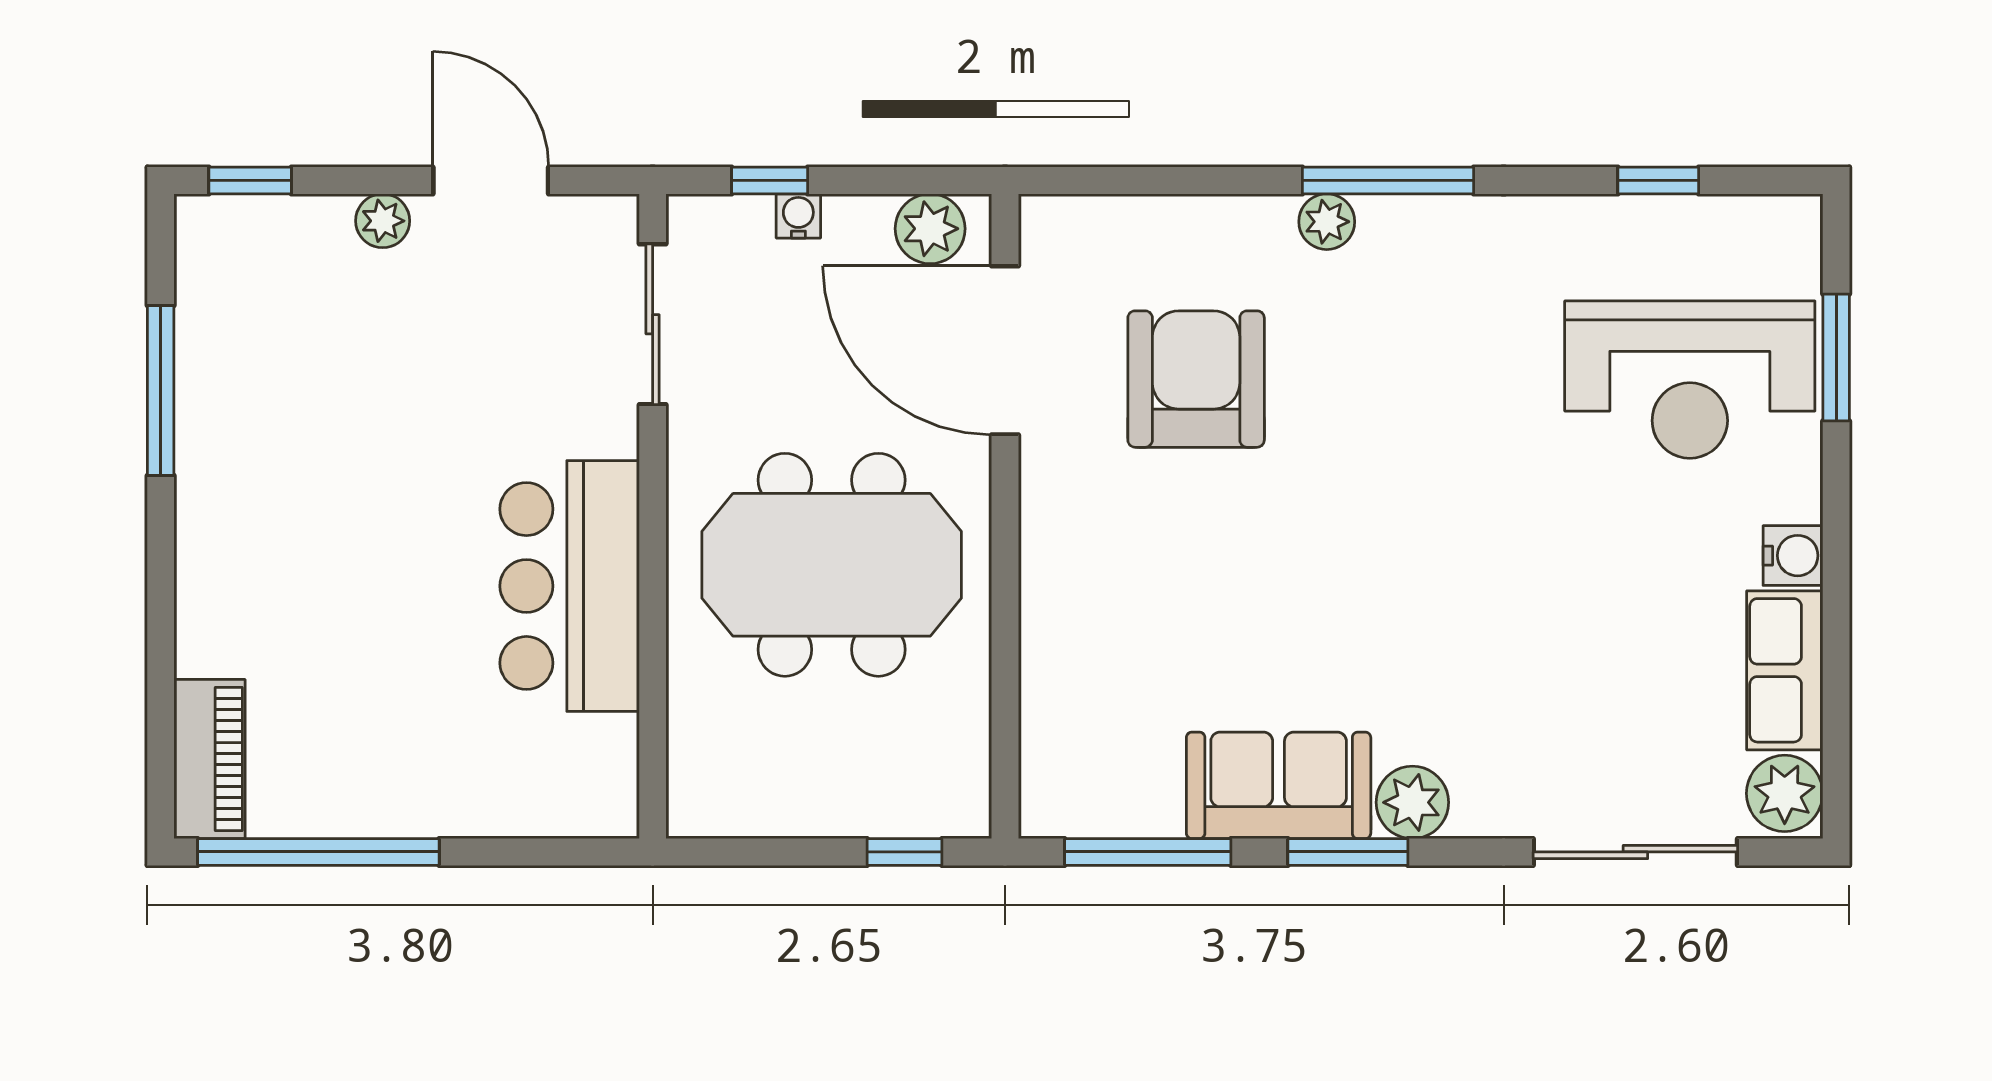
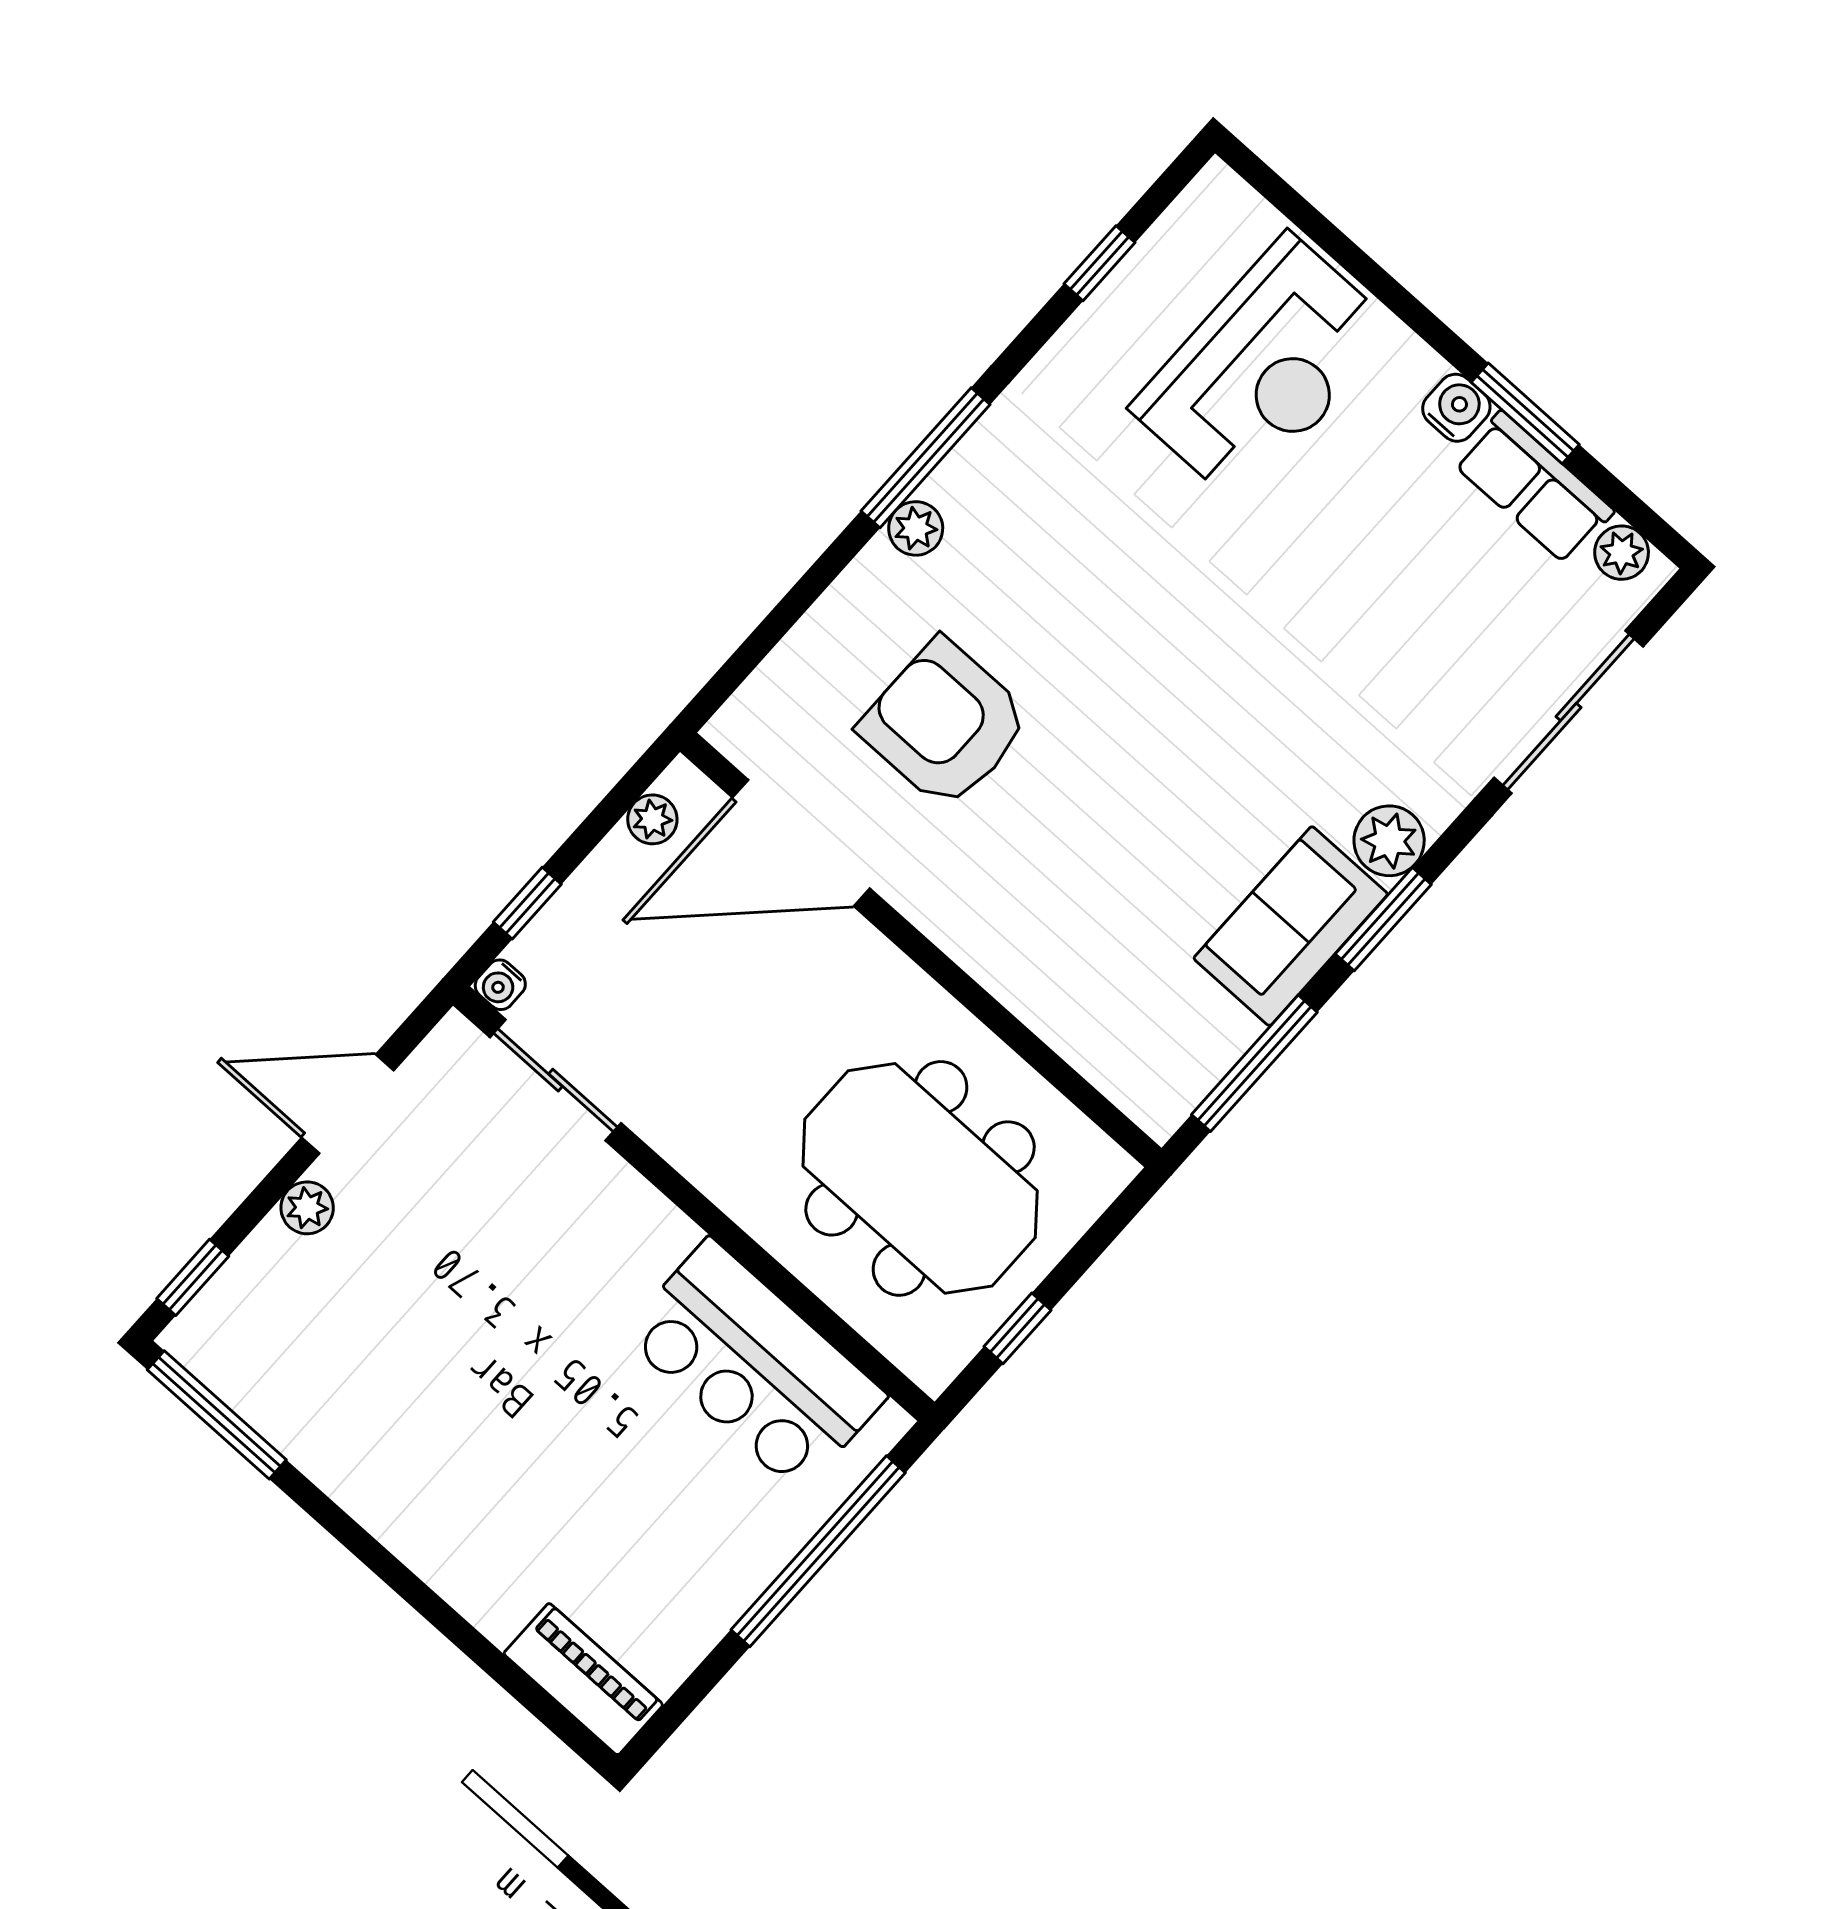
water cooler: (798, 216) -> (500, 985), moved, turned -90
plant: (930, 229) -> (652, 819), width x0.73, depth x0.73
window: (1836, 357) -> (1525, 413), moved
window: (161, 390) -> (217, 1415), moved
meeting table: (832, 565) -> (920, 1178), moved, turned 90
bar counter: (570, 586) -> (754, 1365), moved
plant: (1785, 793) -> (1622, 553), width x0.73, depth x0.73
window: (318, 852) -> (818, 1551), moved
window: (904, 852) -> (1017, 1328), moved

